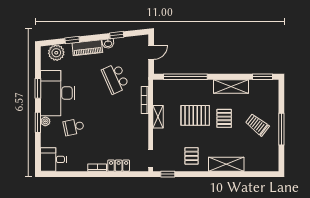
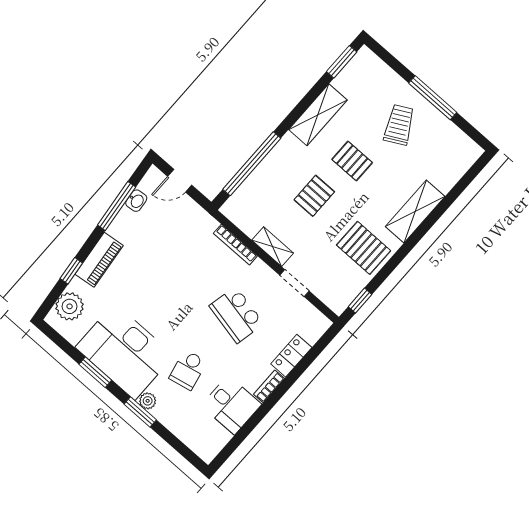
window: (117, 35) -> (117, 206), width x2.17
washbasin: (108, 43) -> (136, 201), moved
door: (151, 52) -> (180, 181), swing flipped
school desk: (115, 78) -> (237, 315), moved, turned 36
pallet: (195, 115) -> (314, 196), width x0.67, depth x0.71
trolley: (257, 125) -> (399, 125), turned 114
pallet: (192, 156) -> (364, 248), width x1.50, depth x1.42
desk: (54, 159) -> (231, 405), moved, turned -90
doorway: (151, 159) -> (294, 283), moved

